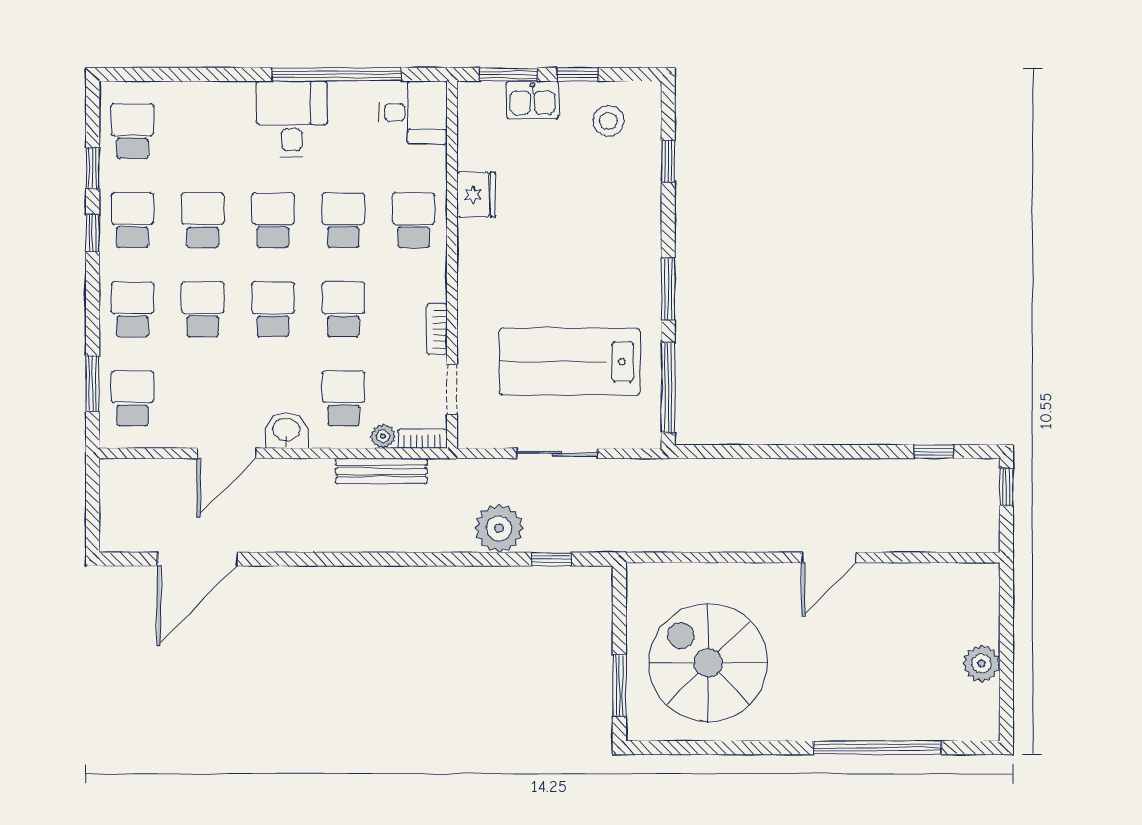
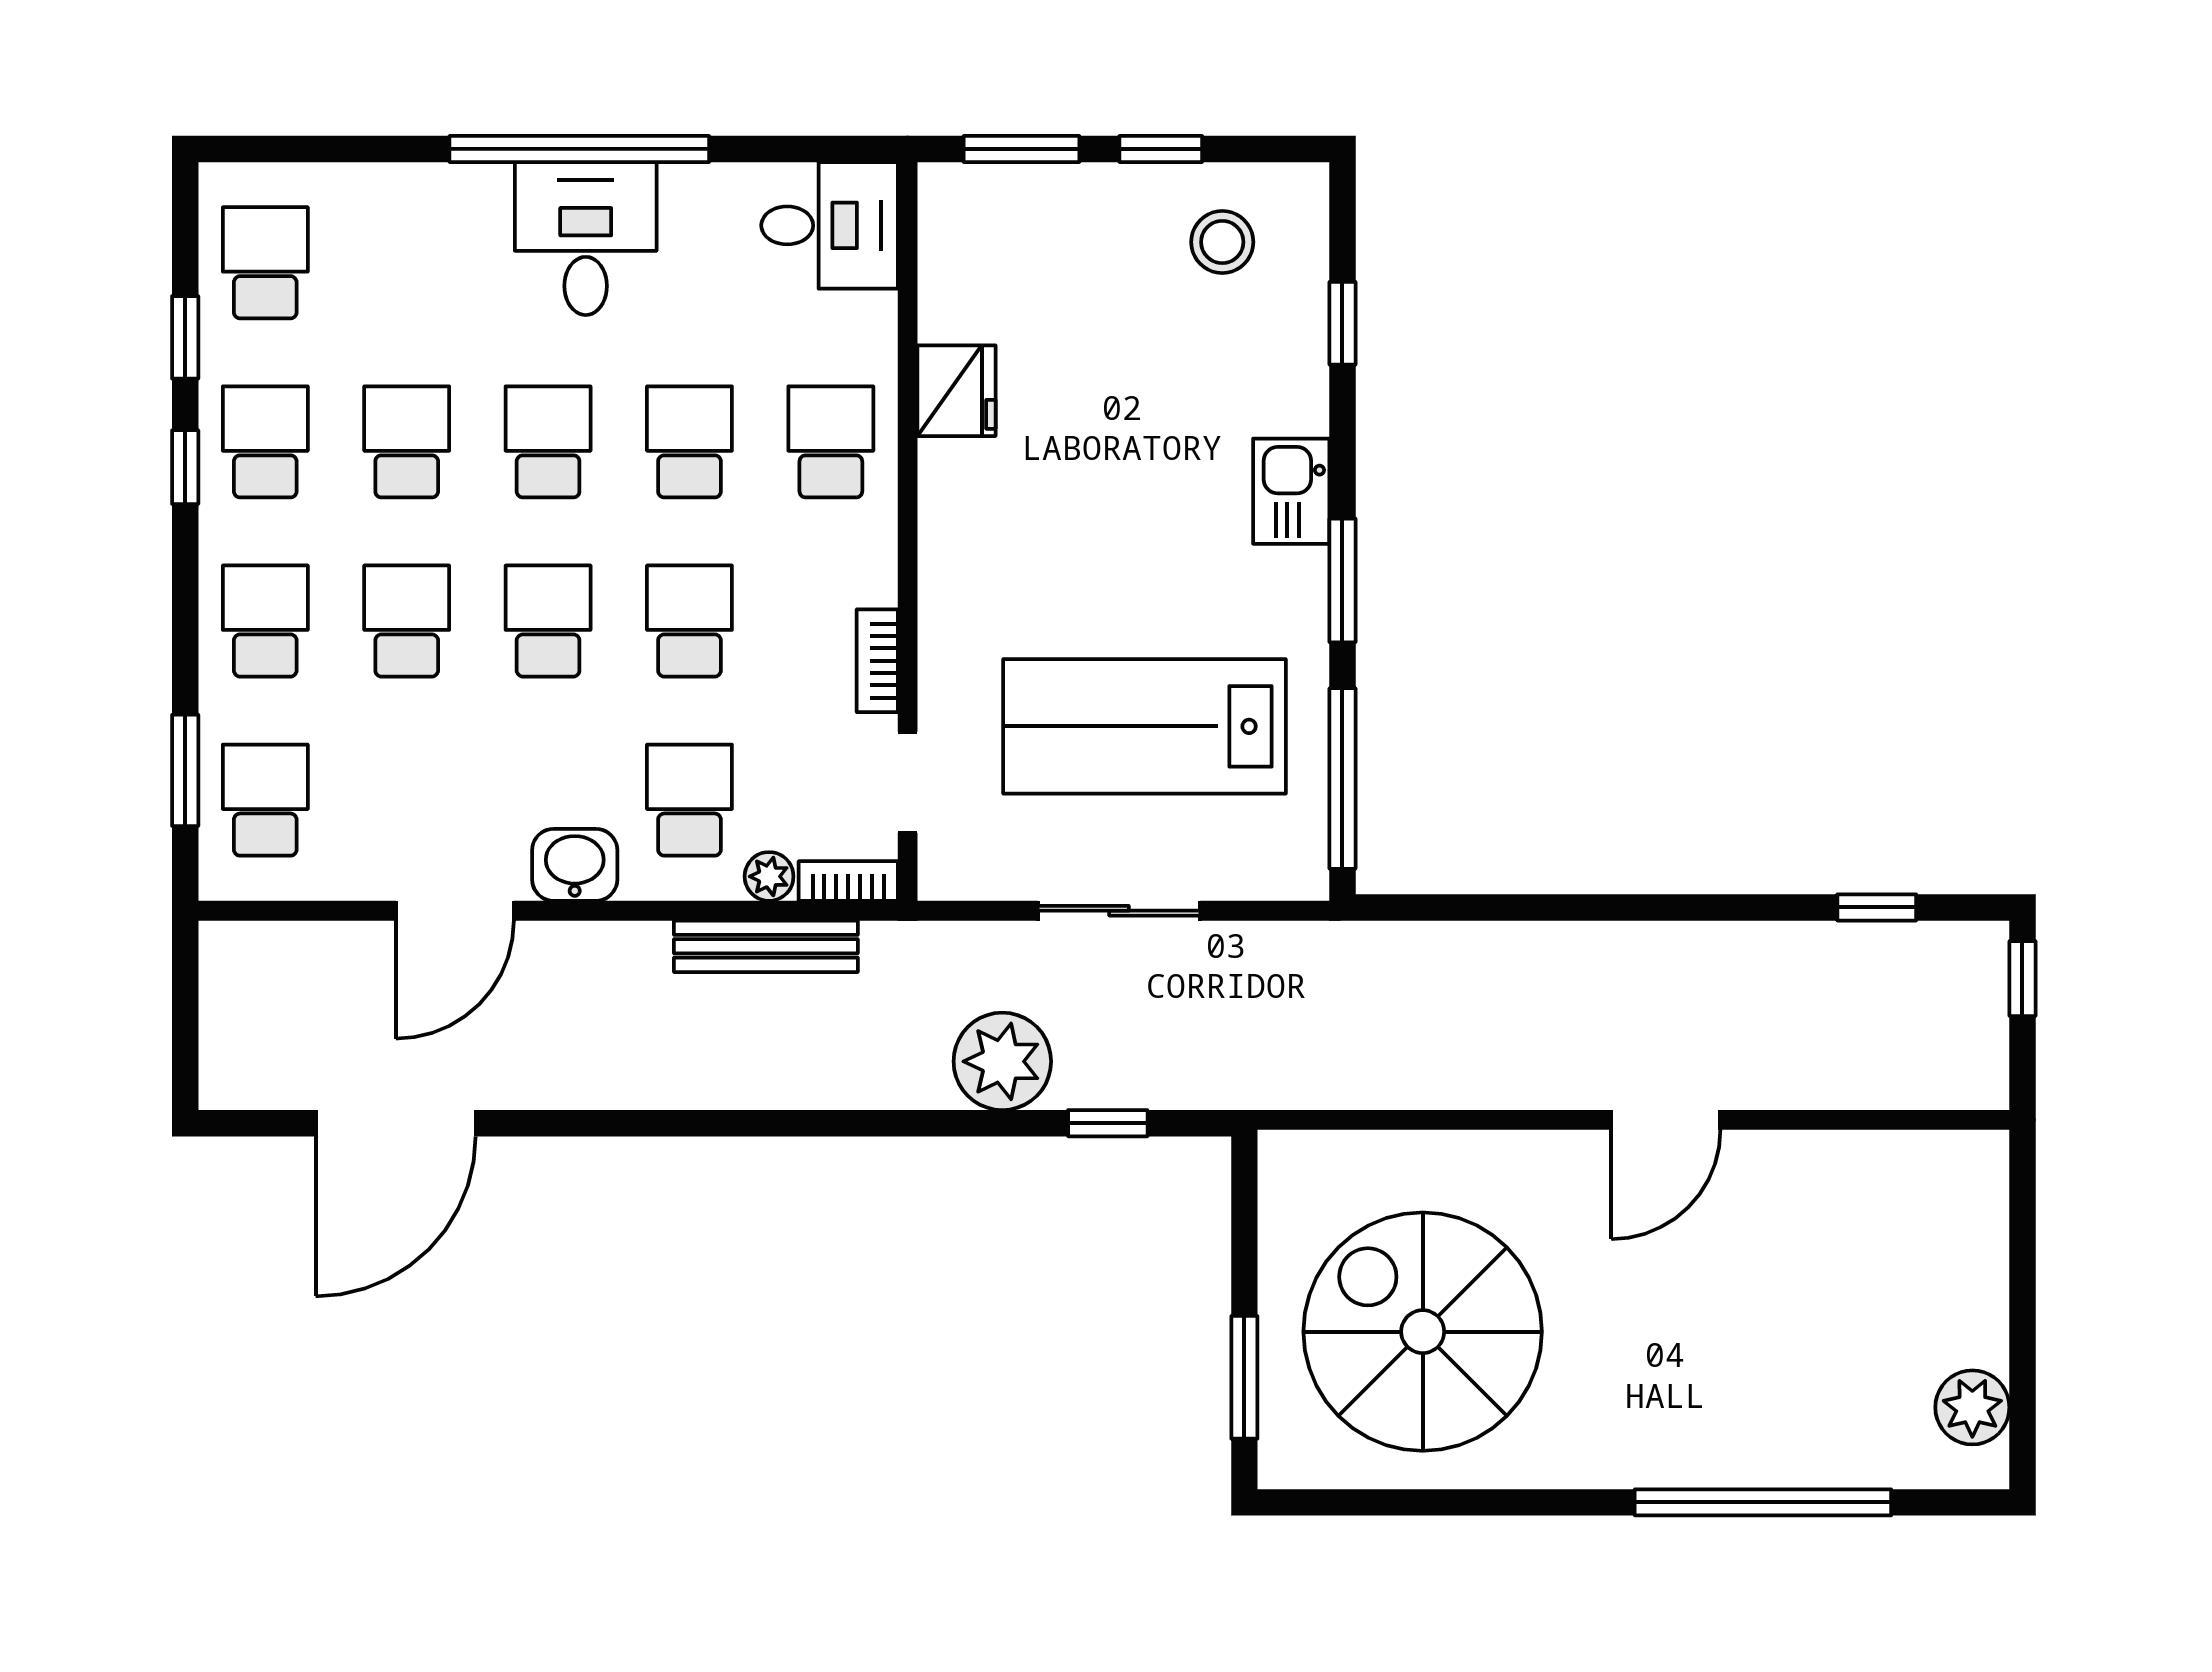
window: (337, 74) -> (579, 149), moved
kitchen sink: (532, 100) -> (1291, 491), moved, turned 90
plant: (981, 663) -> (1972, 1407), moved

